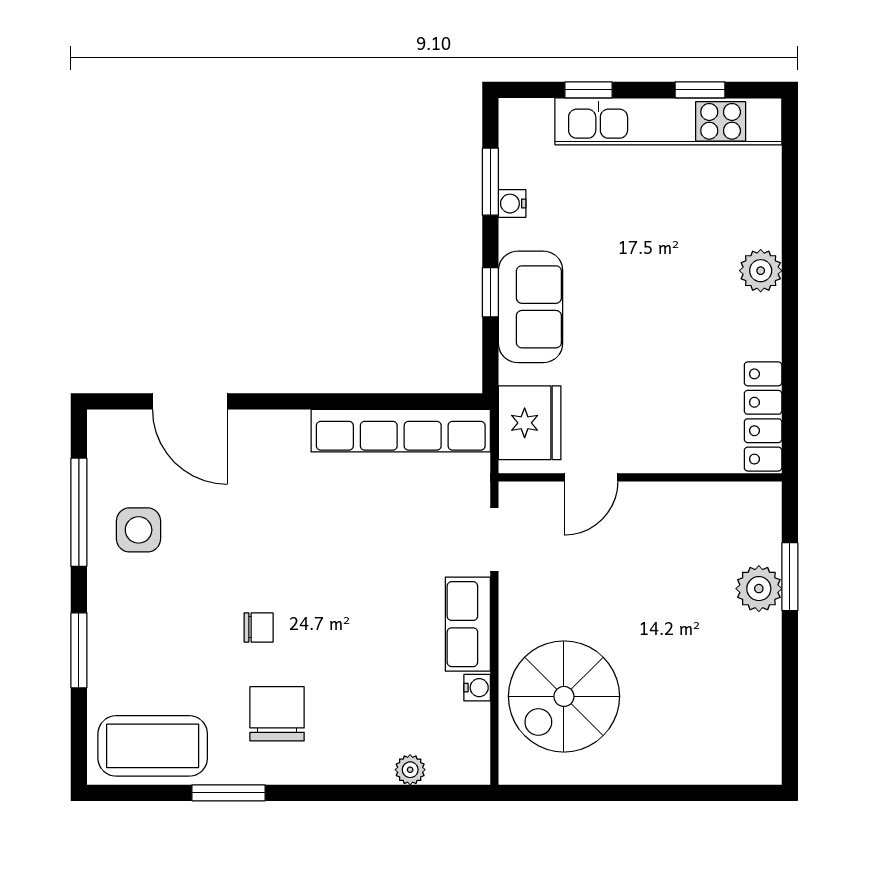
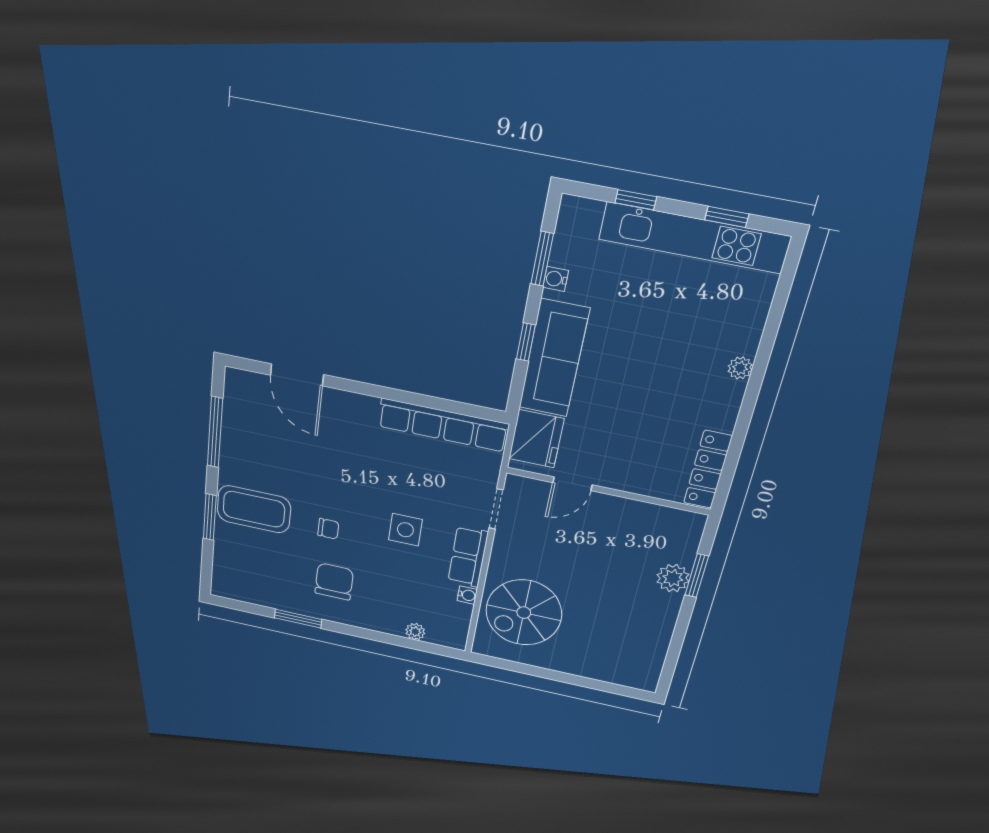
plant: (761, 271) -> (740, 368), width x0.73, depth x0.73
sofa: (531, 307) -> (554, 359), width x1.36
side table: (139, 530) -> (405, 530), moved
coffee table: (153, 746) -> (254, 509), moved

